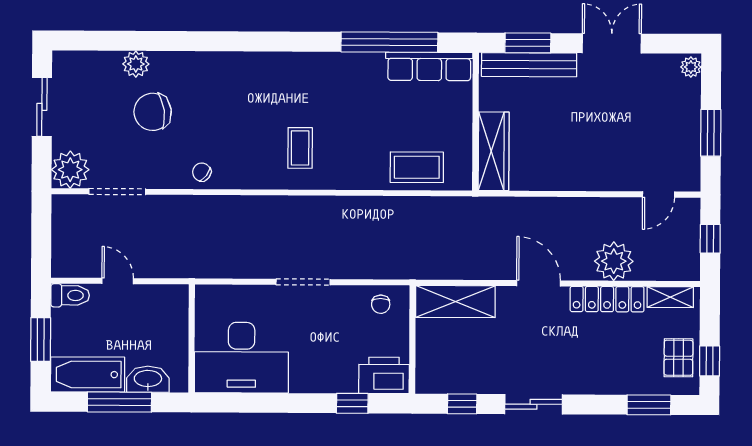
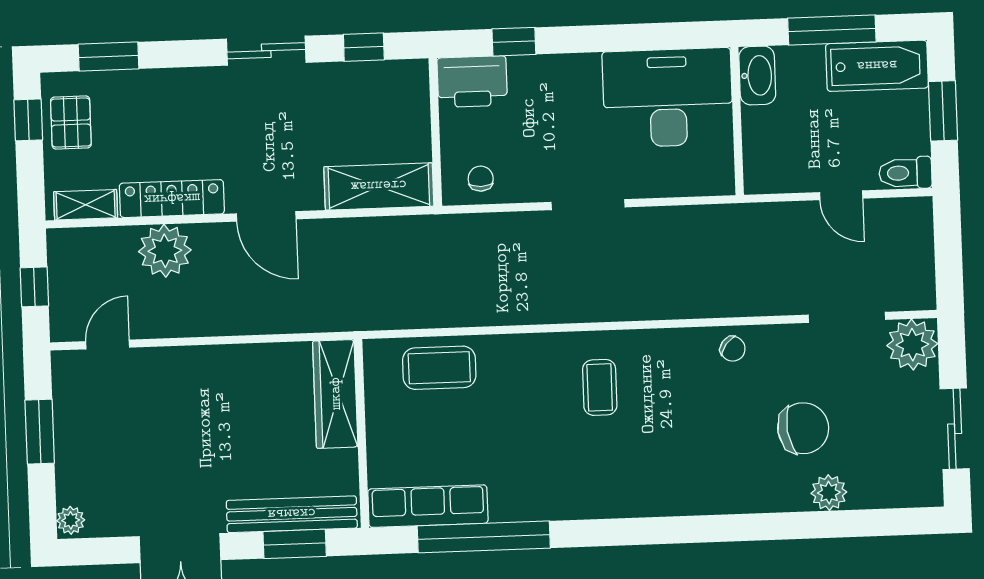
washbasin: (148, 379) -> (757, 75), moved, turned -90

